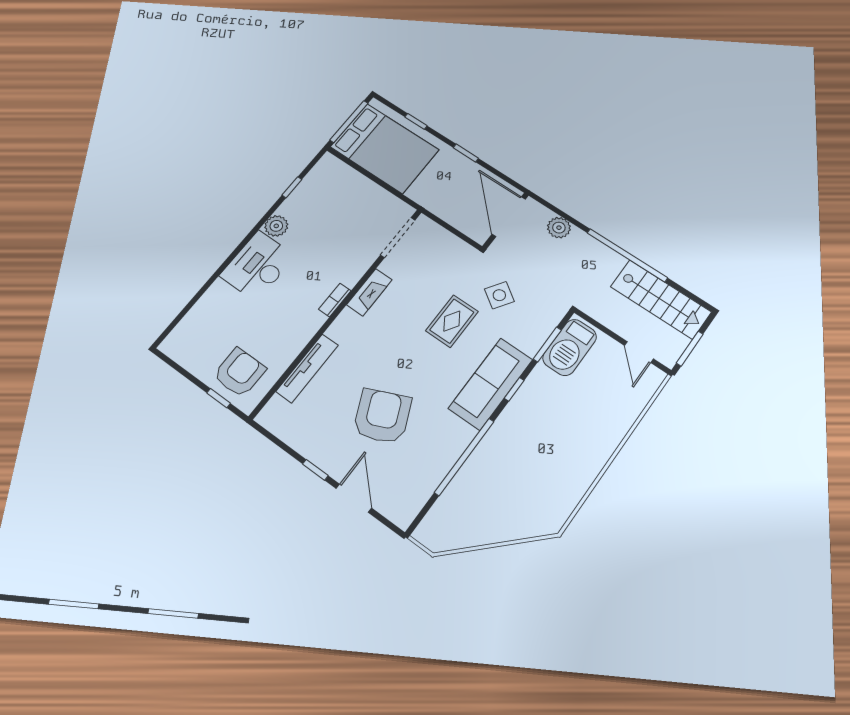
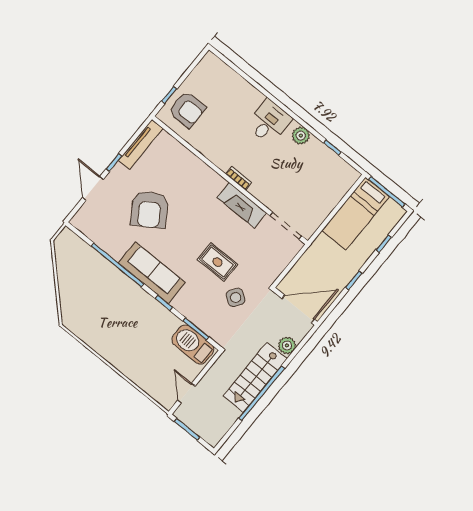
bed: (385, 148) -> (356, 214), width x0.67
desk: (258, 266) -> (269, 122), width x0.73
fireplace: (369, 292) -> (242, 205), width x1.37, depth x1.32
stairs: (661, 299) -> (255, 377), moved
door: (639, 352) -> (186, 393), hinge flipped
tv unit: (307, 368) -> (141, 144), moved, turned -90
sofa: (491, 384) -> (152, 273), moved
armchair: (382, 416) -> (150, 210), turned 81
door: (354, 498) -> (93, 188), swing flipped

